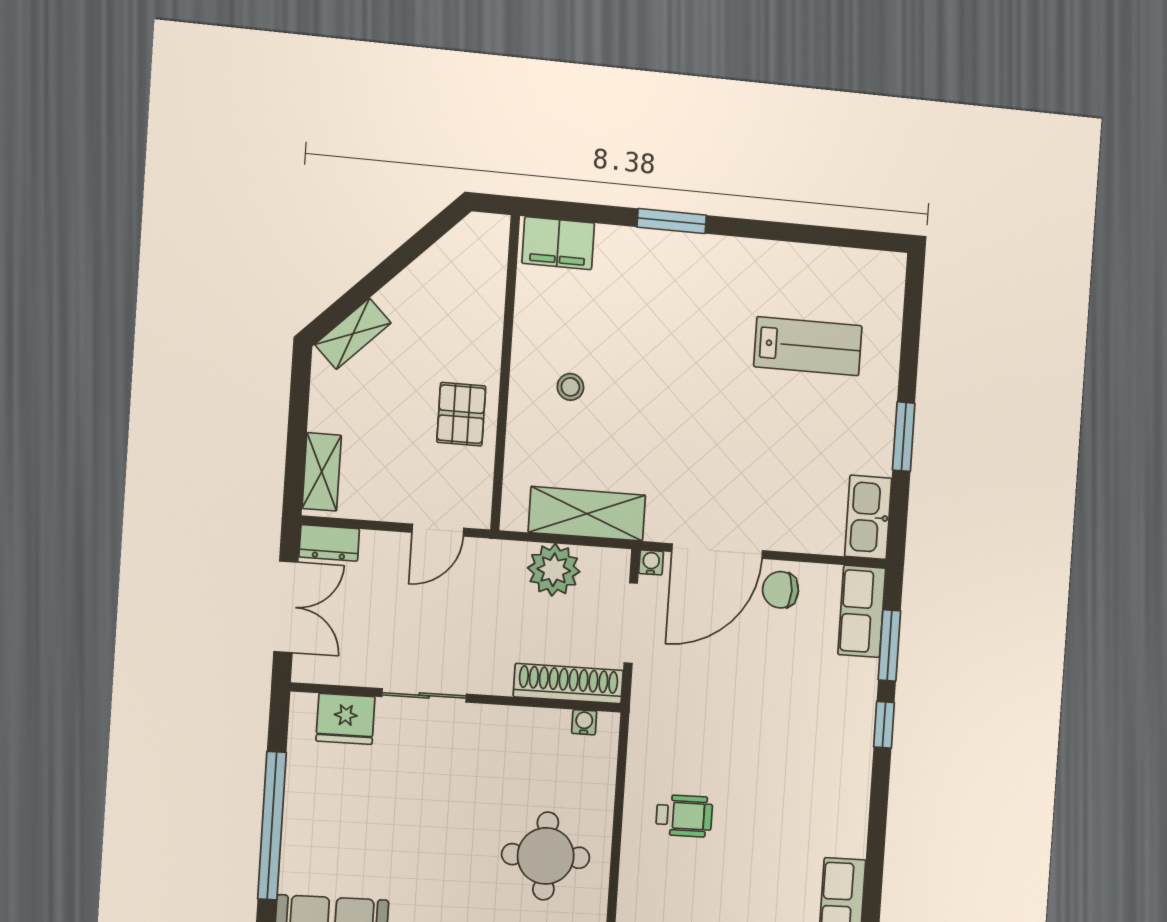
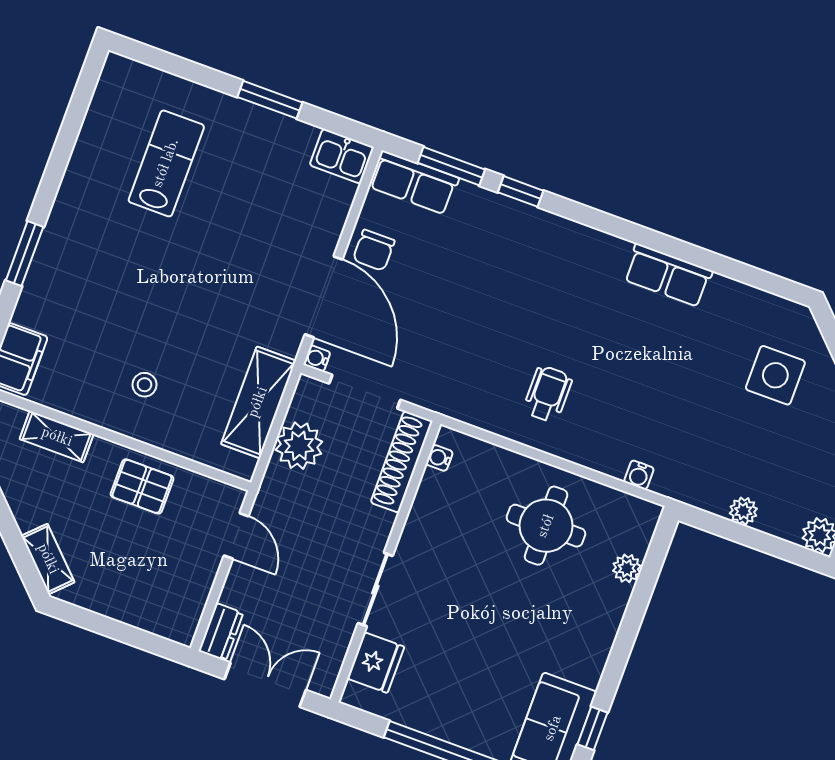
shelving: (322, 472) -> (57, 437), moved
kitchen sink: (868, 517) -> (342, 156), width x0.73

